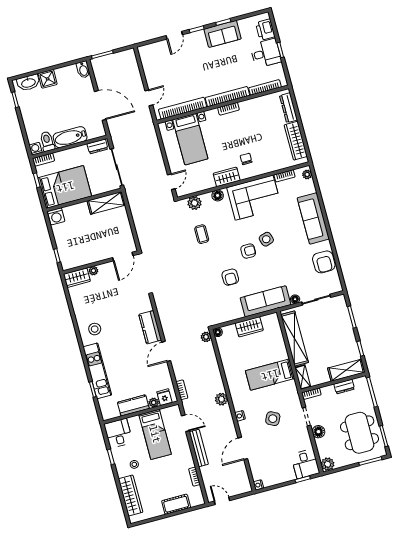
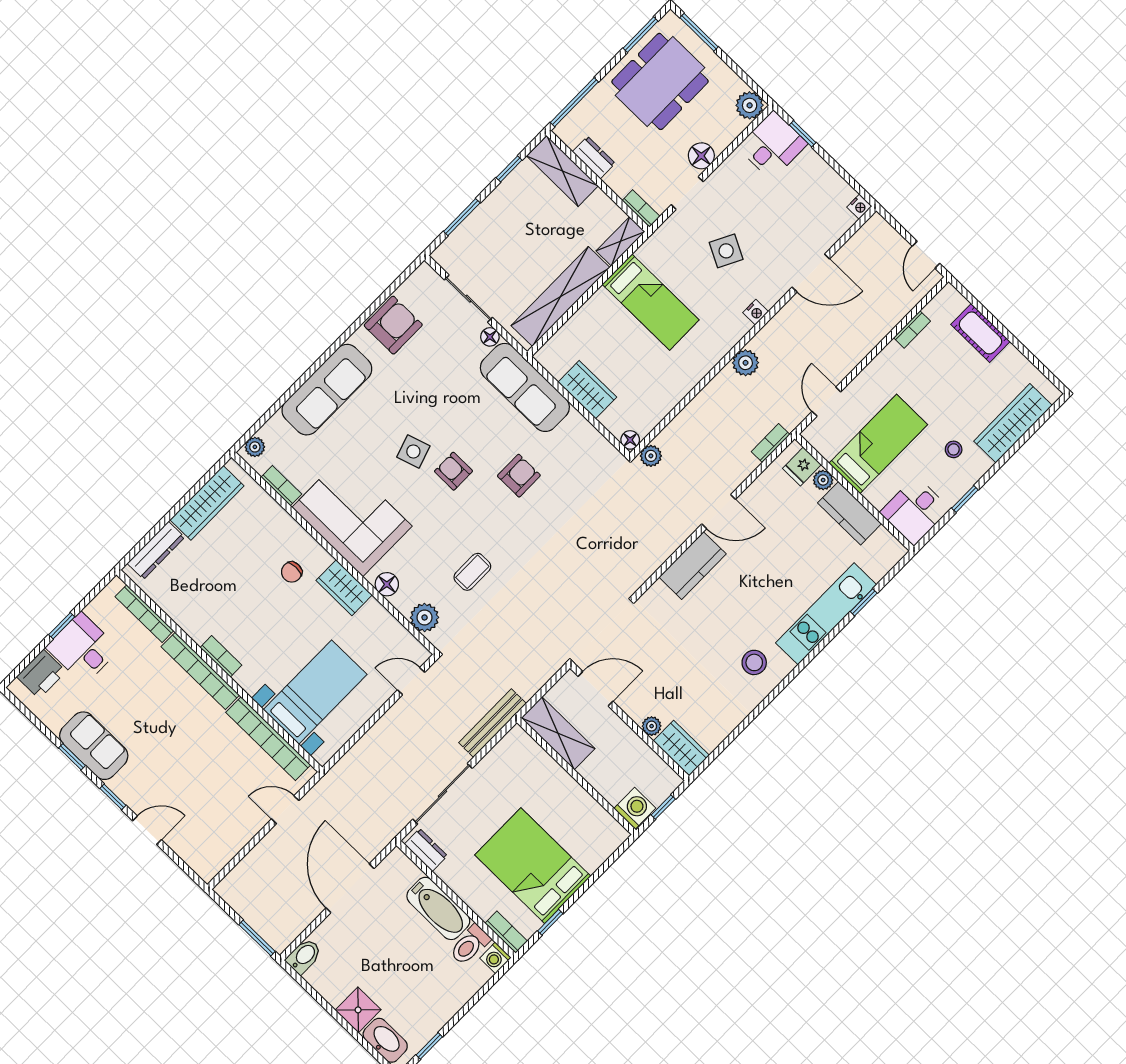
wall: (84, 200) -> (576, 776), moved
shelving: (106, 203) -> (558, 733), moved
washing machine: (56, 216) -> (635, 808), moved
bench: (199, 448) -> (493, 723), moved

